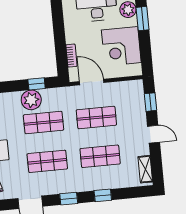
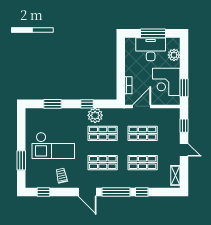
window: (142, 19) -> (184, 88), moved
door: (92, 82) -> (142, 106), hinge flipped
window: (37, 84) -> (87, 104), moved
window: (69, 199) -> (116, 192), width x2.17

